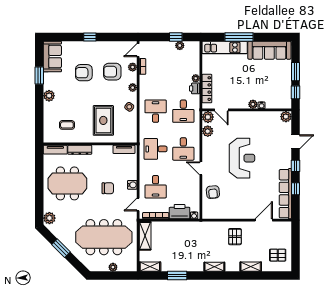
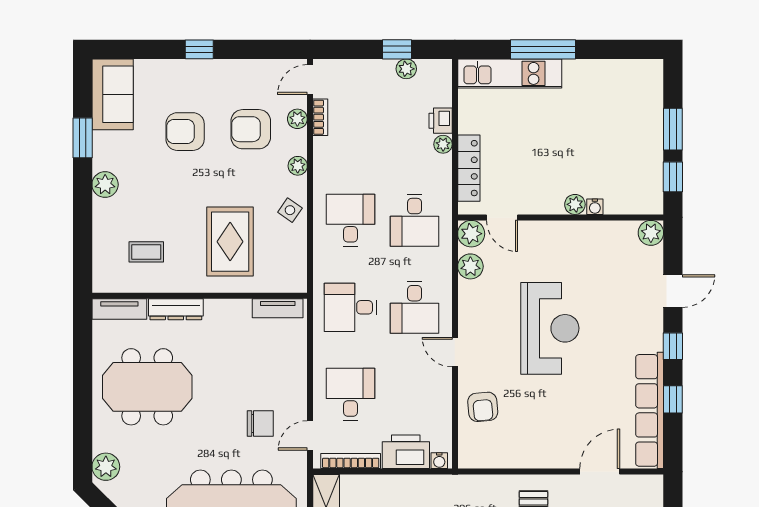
sofa: (269, 50) -> (613, 80), removed
printer: (195, 88) -> (441, 121), moved
water cooler: (132, 185) -> (297, 390), removed
desk: (156, 187) -> (350, 394), turned 180
chair: (108, 188) -> (260, 424), moved

